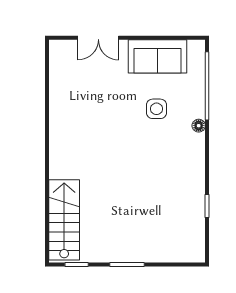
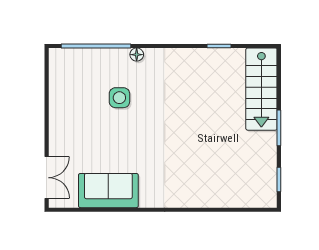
double door: (98, 38) -> (47, 178), moved
sofa: (157, 56) -> (108, 191), moved, turned -90
stairs: (64, 220) -> (261, 89), moved, turned -90

